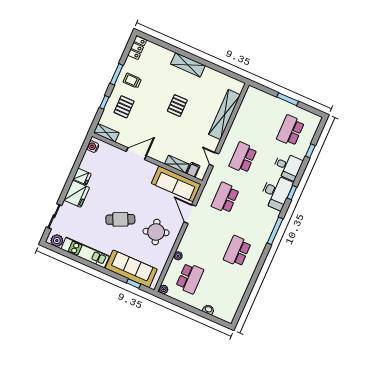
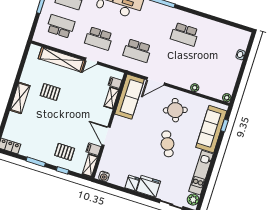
trolley: (132, 81) -> (40, 147), removed
pallet: (177, 106) -> (50, 92), moved
filing cabinet: (123, 138) -> (93, 149), added
door: (214, 159) -> (92, 61), moved
school desk: (190, 278) -> (61, 26), moved

